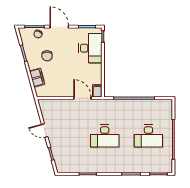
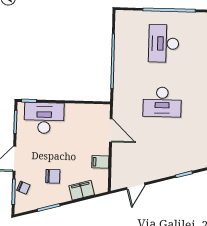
filing cabinet: (97, 91) -> (100, 162), moved
door: (82, 98) -> (111, 130), swing flipped
door: (45, 130) -> (136, 186), moved
desk: (105, 136) -> (162, 102), turned 90
desk: (148, 136) -> (164, 44), turned 180

